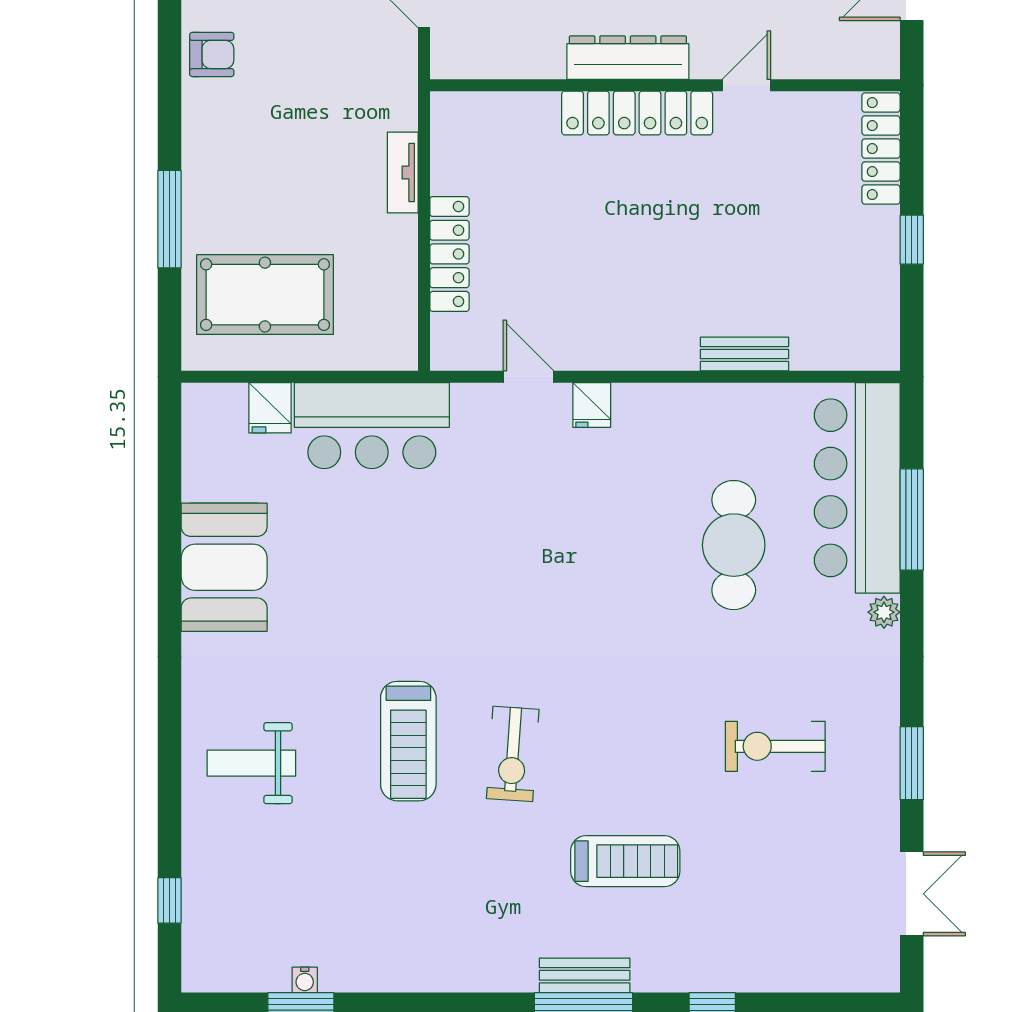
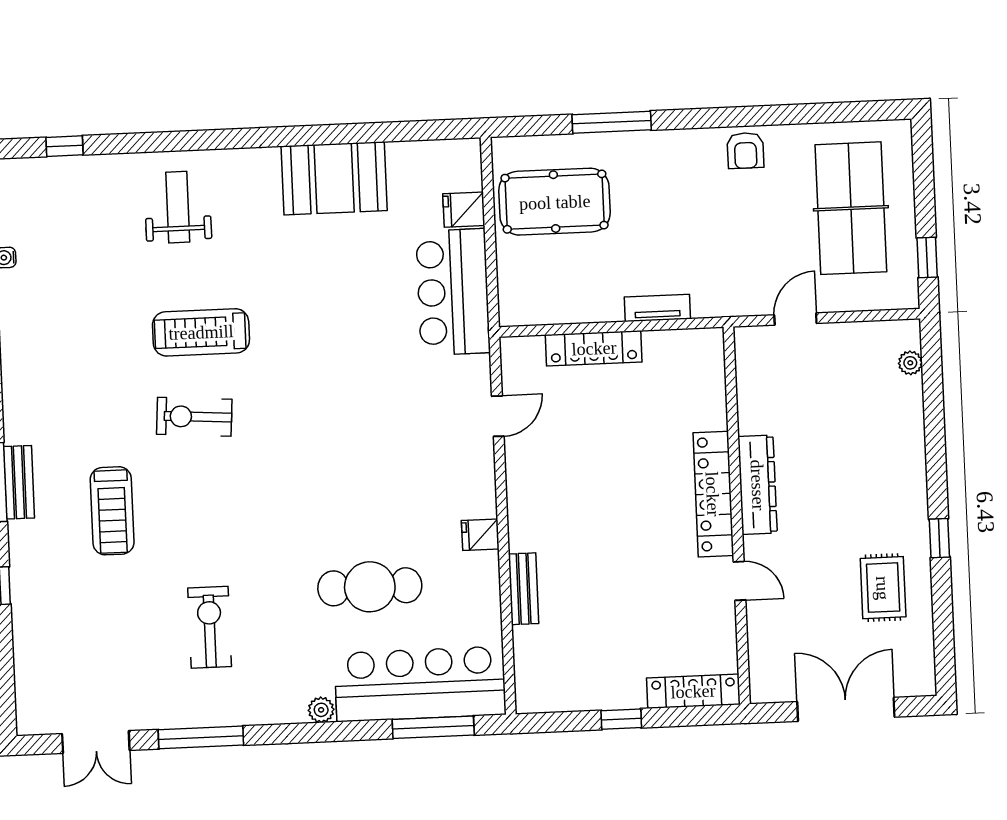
pool table: (265, 295) -> (555, 202), turned 90
fridge: (592, 405) -> (480, 535), moved
window: (912, 520) -> (433, 727), moved
window: (912, 763) -> (201, 737), width x1.44

